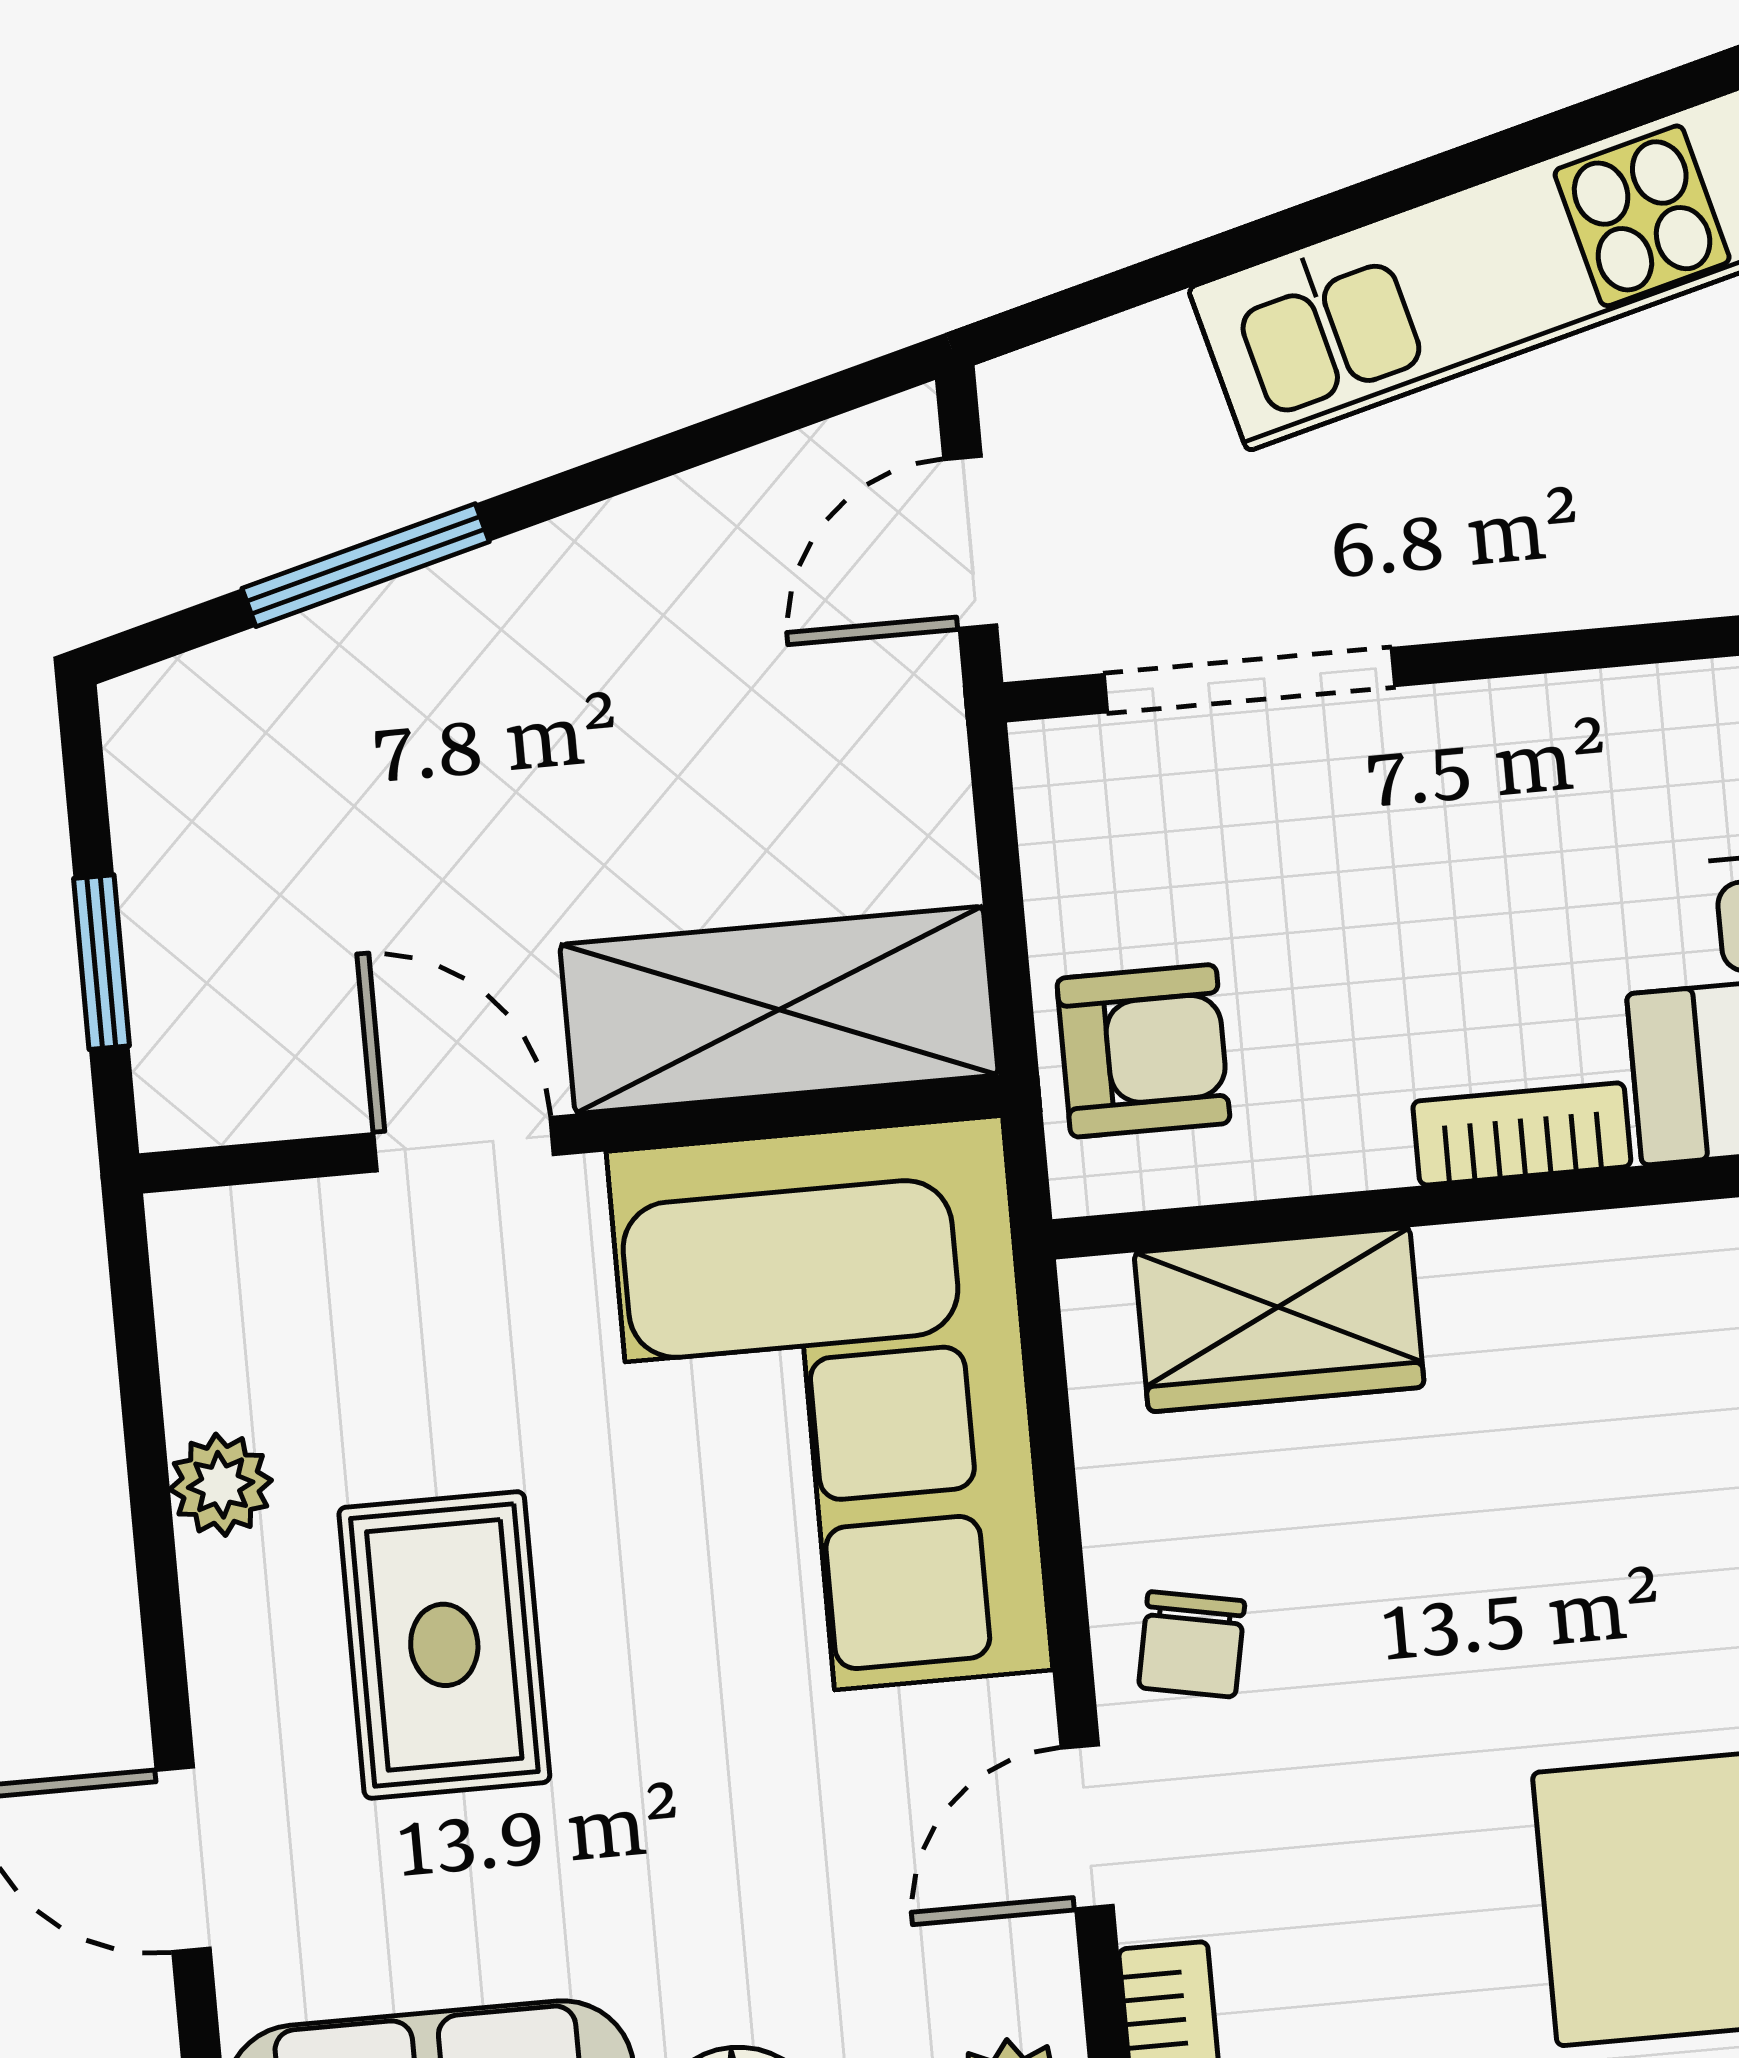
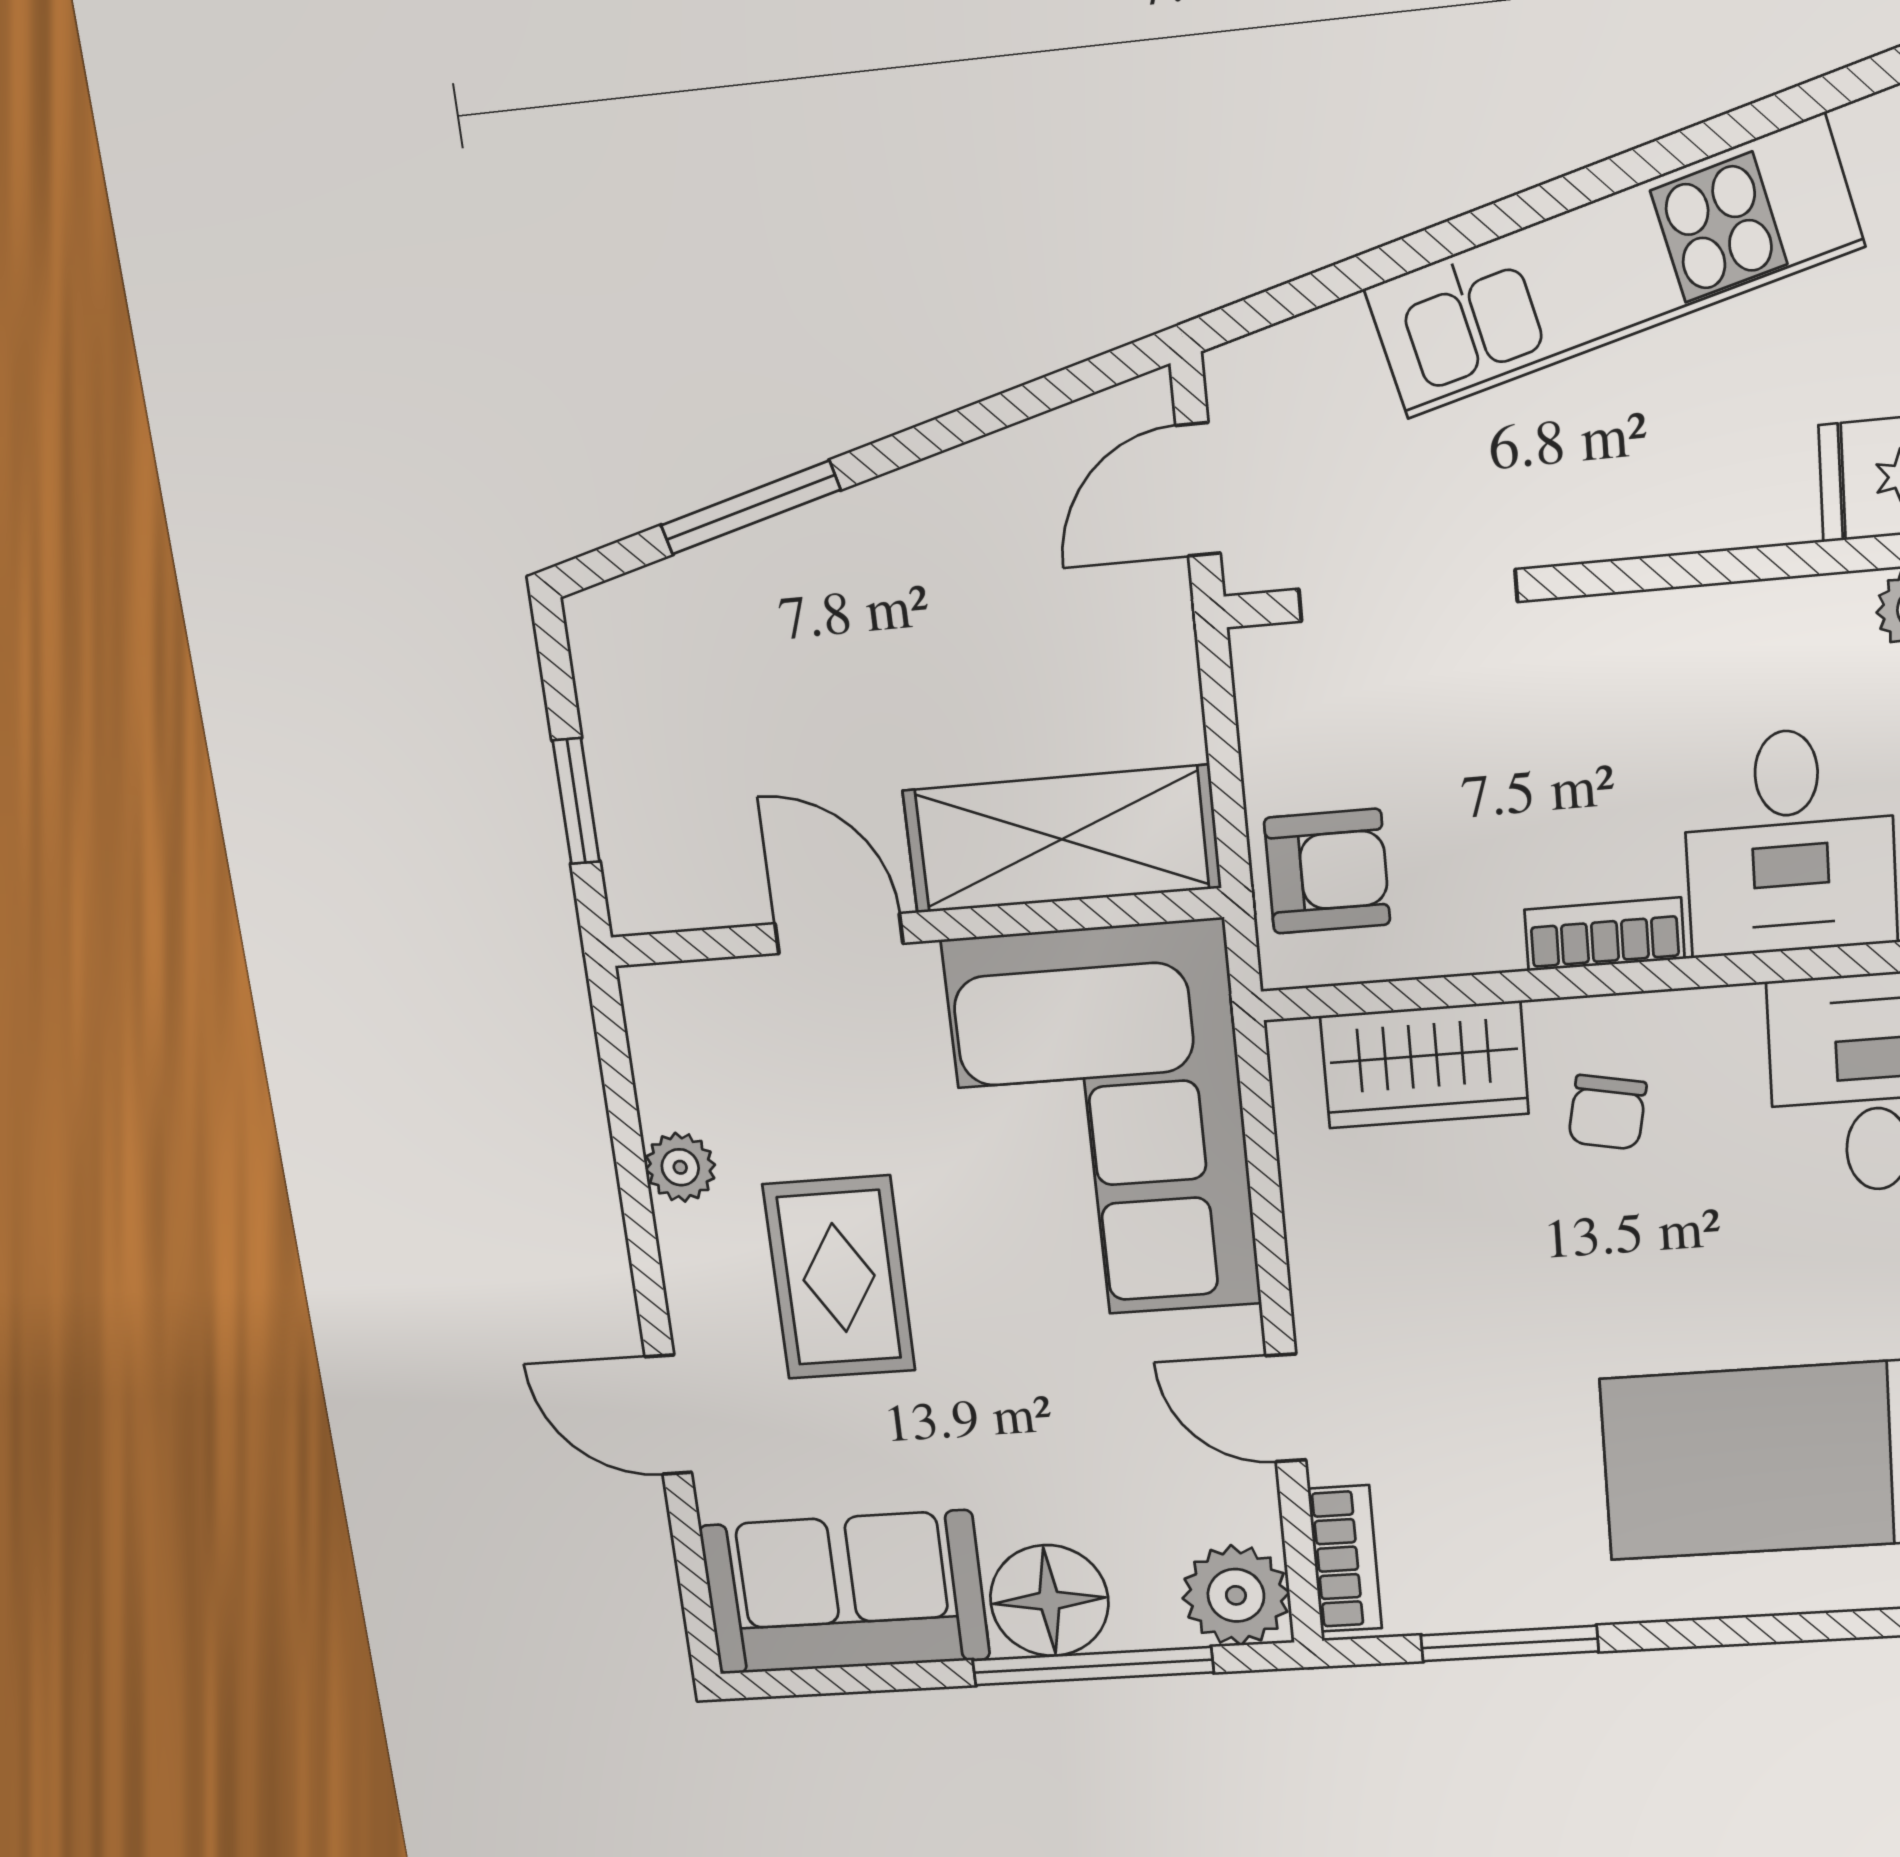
chair: (1192, 1644) -> (1607, 1112), moved
door: (1087, 1827) -> (1286, 1408), hinge flipped

